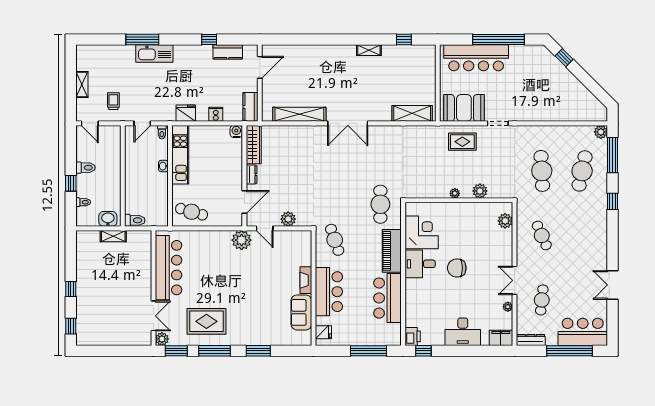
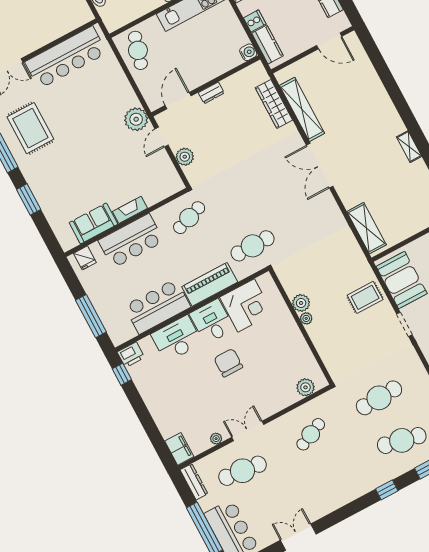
kitchen counter: (251, 107) -> (267, 44), moved, turned 90
rug: (462, 142) -> (365, 297), turned 90
wardrobe: (254, 145) -> (274, 104), moved, turned 90
plant: (480, 191) -> (301, 303), moved
door: (244, 202) -> (178, 101), swing flipped
cafe table: (542, 300) -> (242, 471), width x1.37, depth x1.35
desk: (463, 332) -> (177, 339), moved, turned 90

